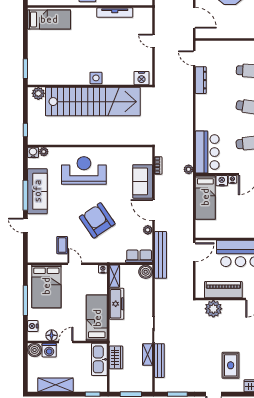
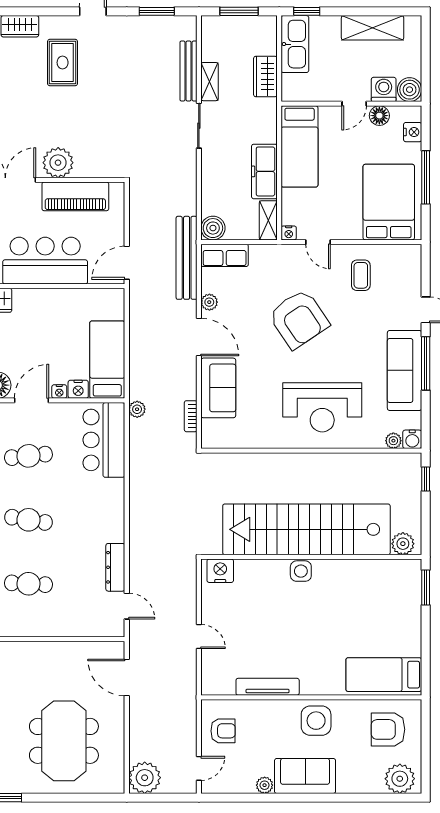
door: (75, 264) -> (318, 242), moved
plant: (213, 309) -> (58, 163), moved
kitchen sink: (99, 359) -> (295, 44), moved

